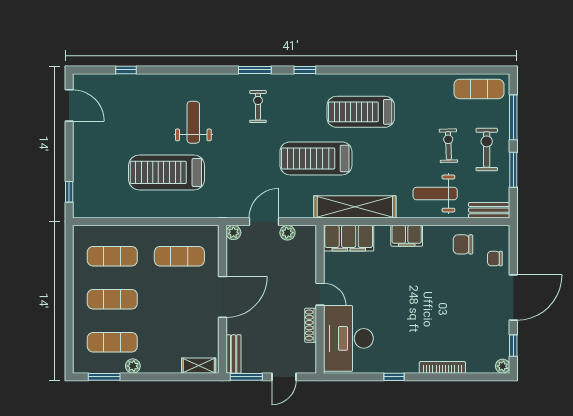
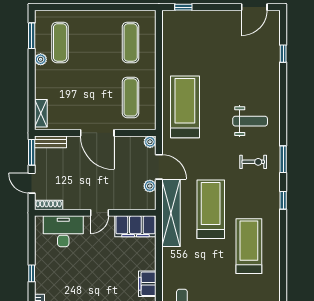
weight bench: (193, 122) -> (250, 121), moved
treadmill: (167, 172) -> (185, 107), moved
shelving: (355, 207) -> (171, 213), moved
filing cabinet: (349, 238) -> (135, 226), moved, turned -90
exercise mat: (112, 299) -> (95, 42), removed
shoe rack: (311, 325) -> (49, 205), moved
desk: (348, 338) -> (63, 231), width x0.73, depth x0.77

